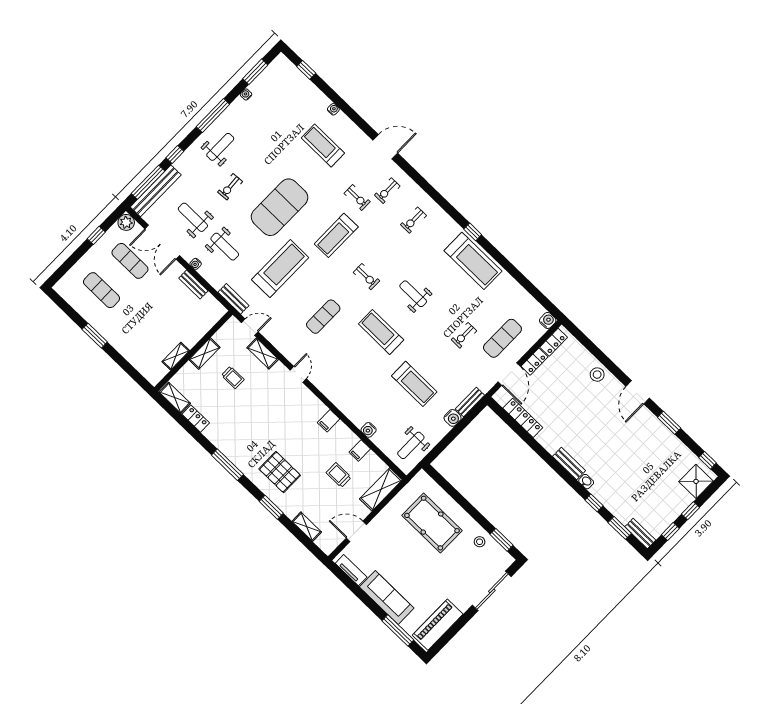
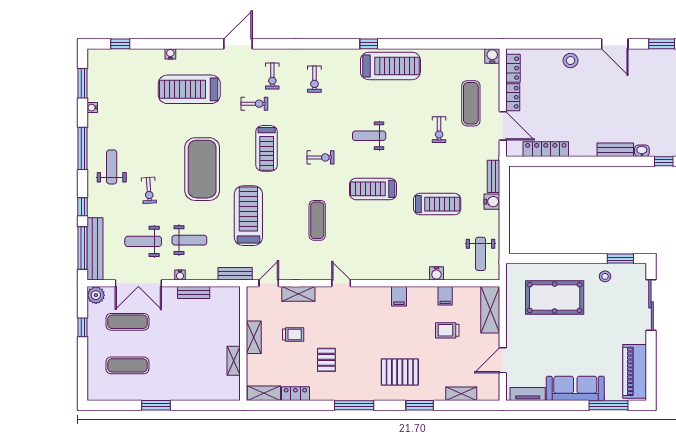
treadmill: (323, 145) -> (189, 89), width x1.37, depth x1.38
pallet: (238, 416) -> (326, 360), added

